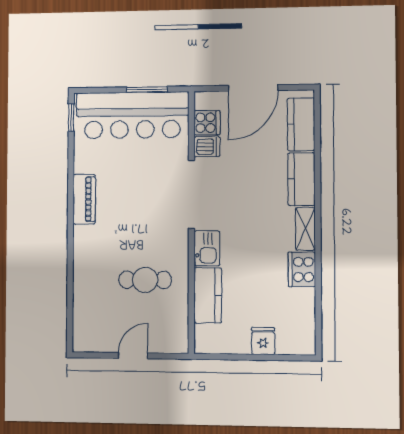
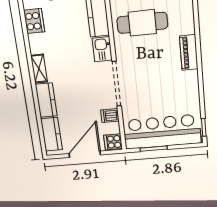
cooker: (207, 123) -> (113, 142), moved
piano: (84, 199) -> (189, 53), moved
cooker: (302, 269) -> (34, 21), moved
cafe table: (145, 280) -> (142, 23), width x1.37, depth x1.35

